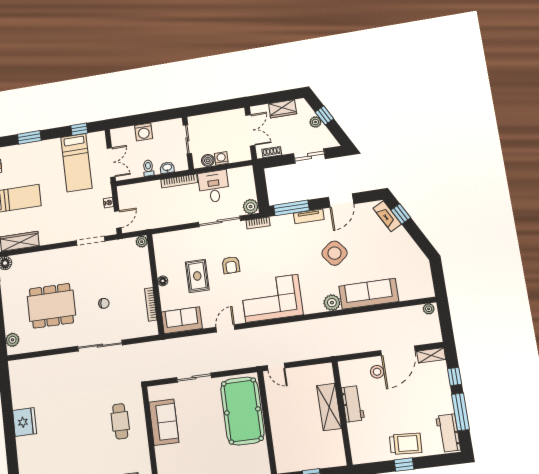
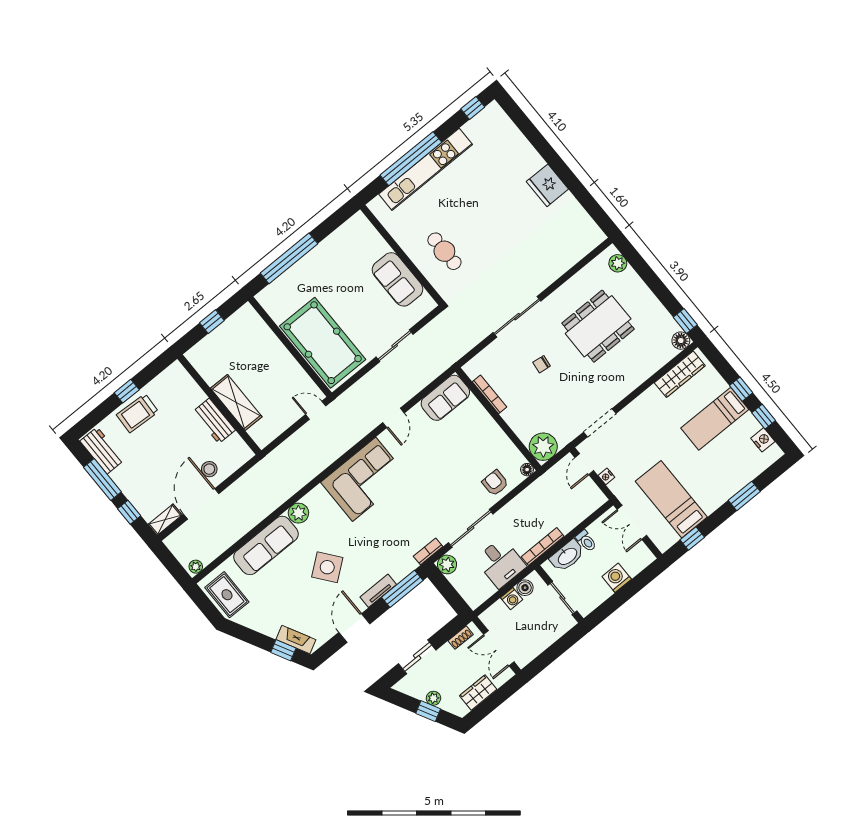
washbasin: (167, 168) -> (567, 556), width x1.91, depth x1.45
plant: (142, 242) -> (543, 447), width x1.88, depth x1.88
armchair: (231, 265) -> (495, 483), moved
rug: (197, 276) -> (227, 595), moved
floor lamp: (163, 281) -> (527, 470), moved

